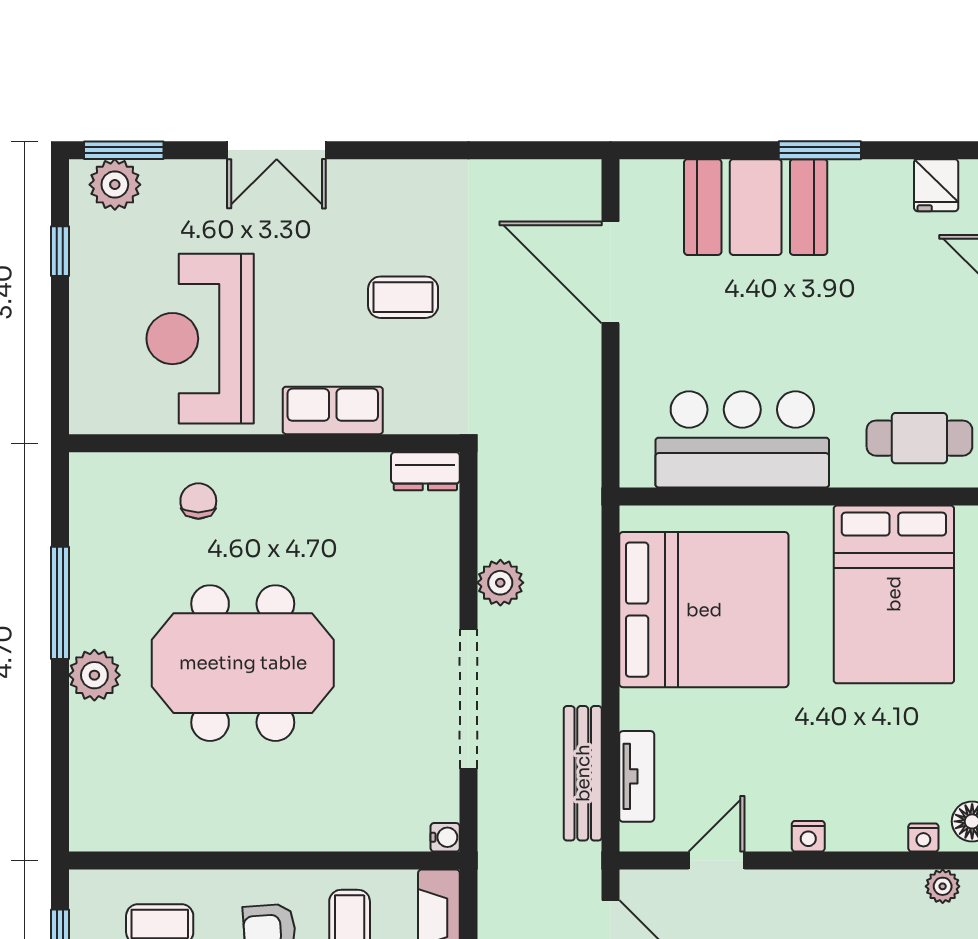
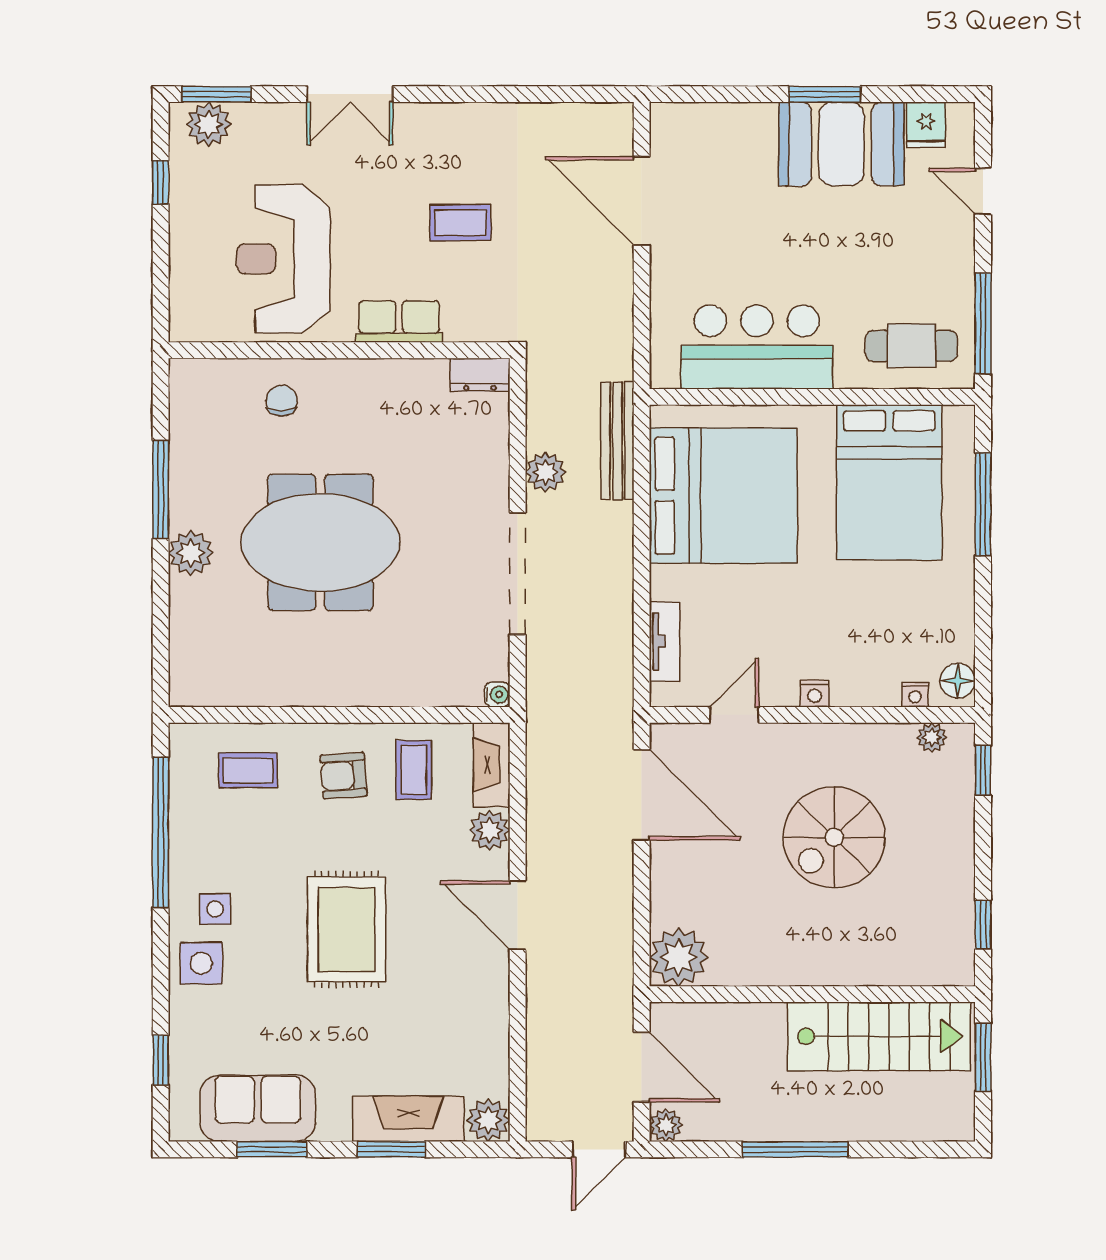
booth: (756, 207) -> (841, 144), moved
bench: (583, 773) -> (617, 441), moved

